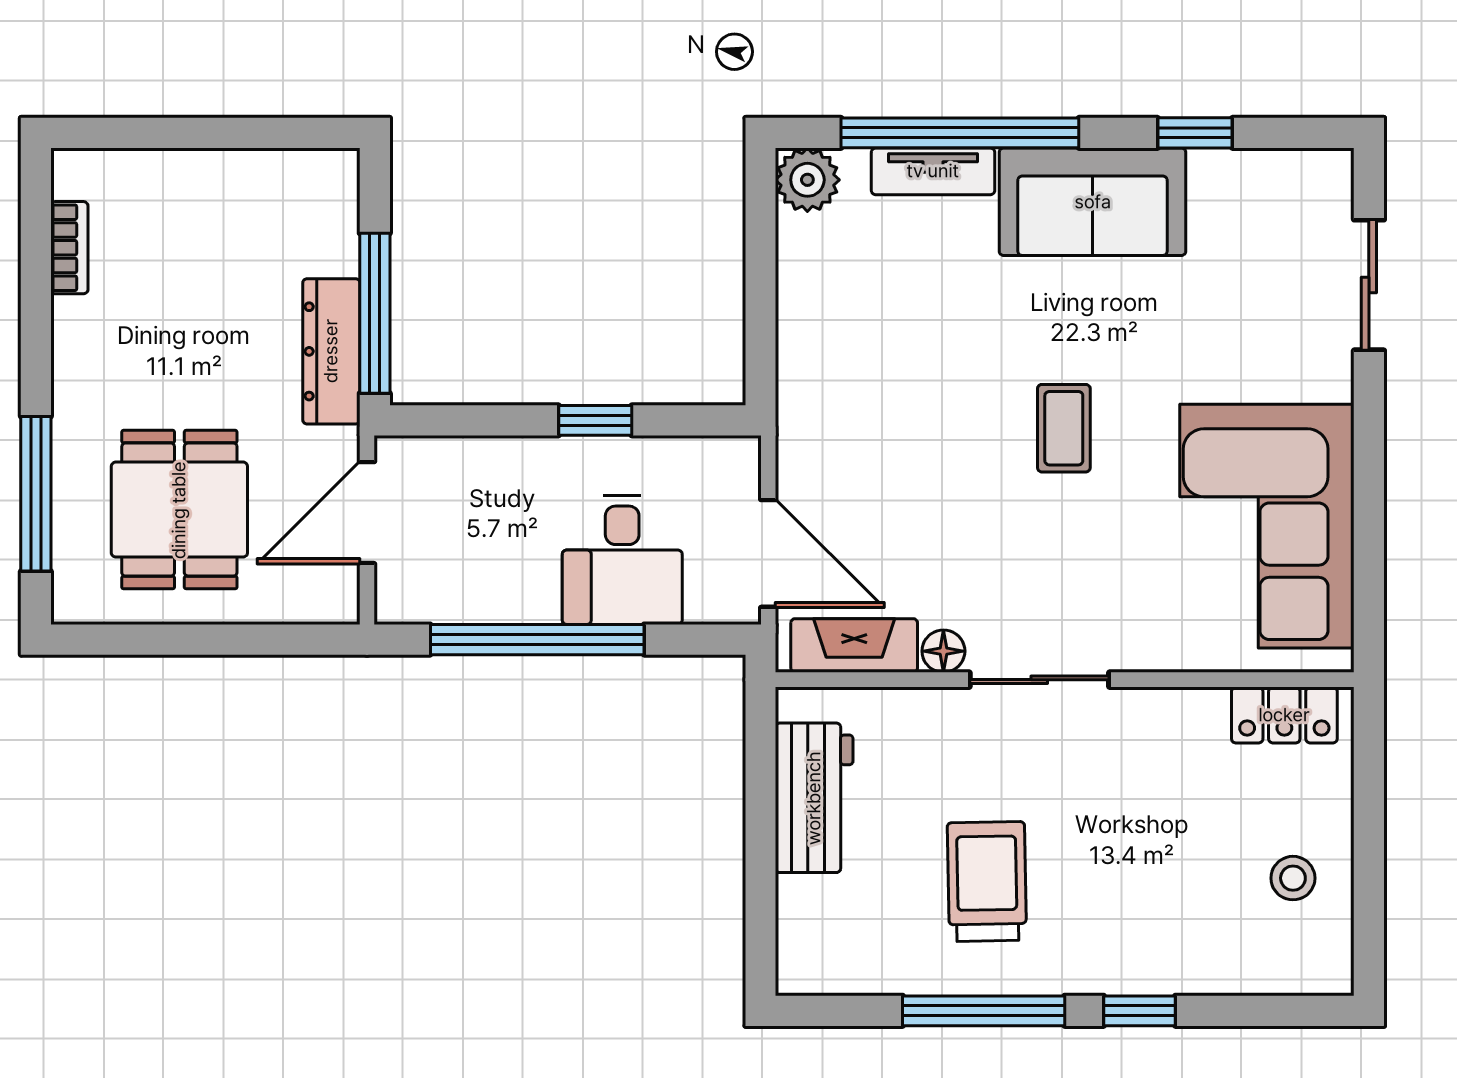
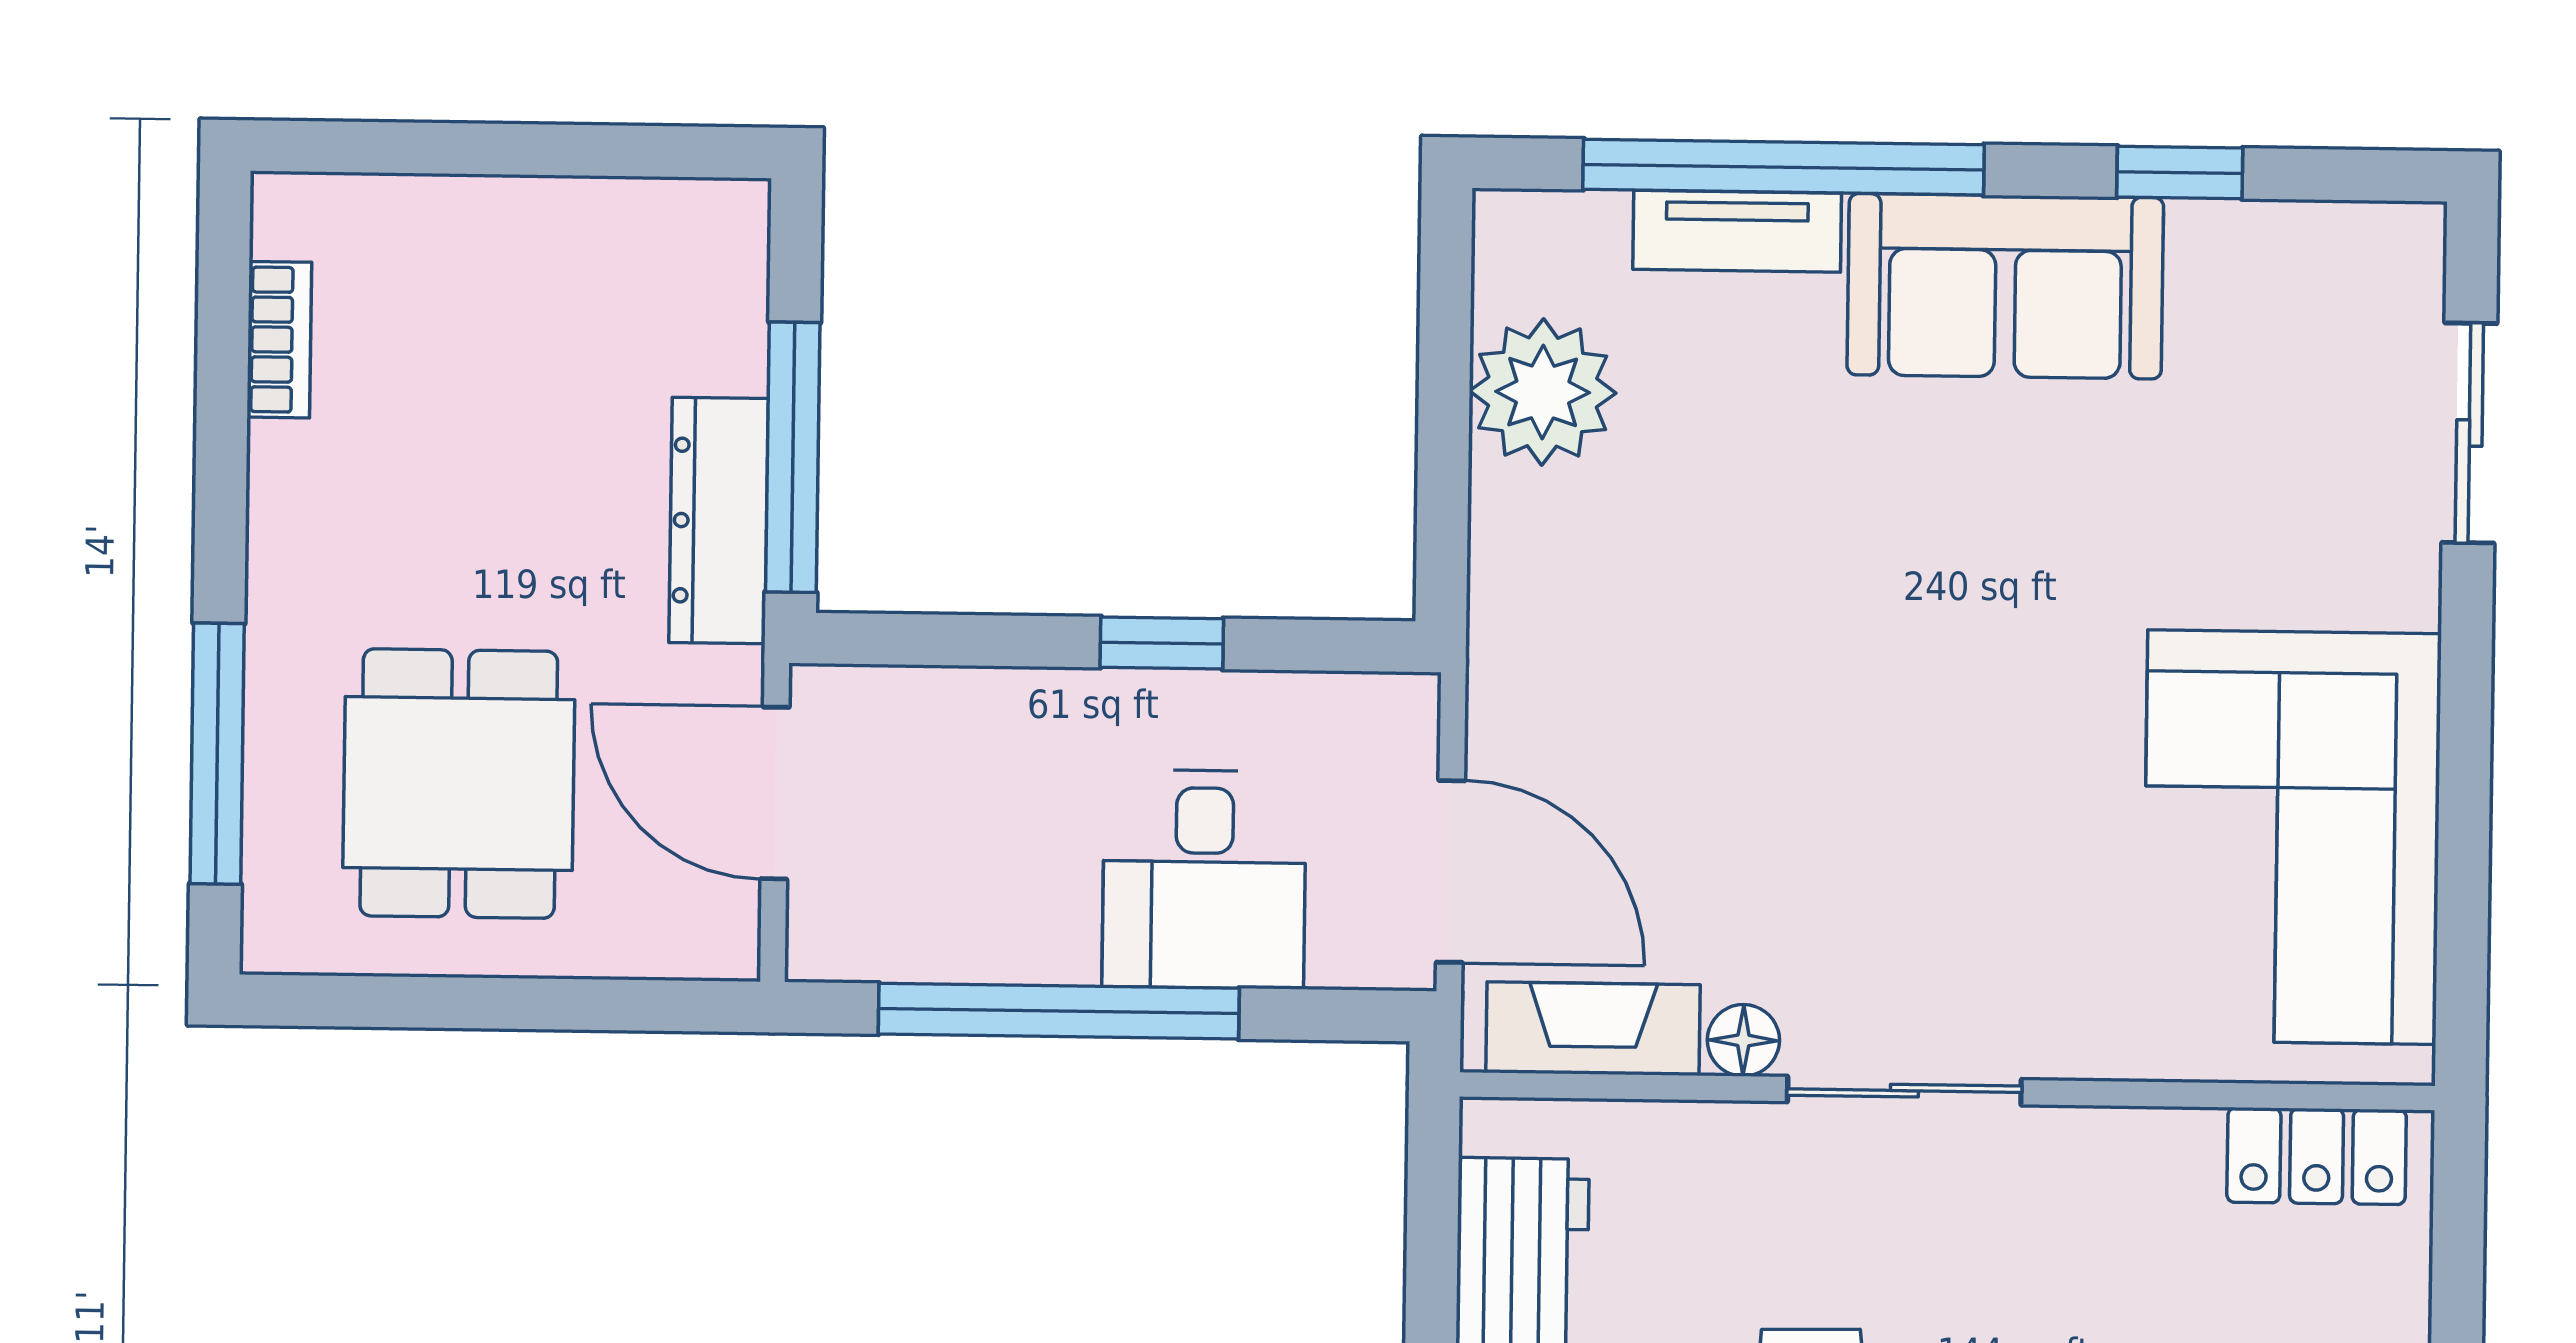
plant: (807, 180) -> (1543, 392), moved, width x1.36, depth x1.36
coffee table: (1064, 428) -> (1952, 667), removed
door: (367, 513) -> (775, 793), hinge flipped

